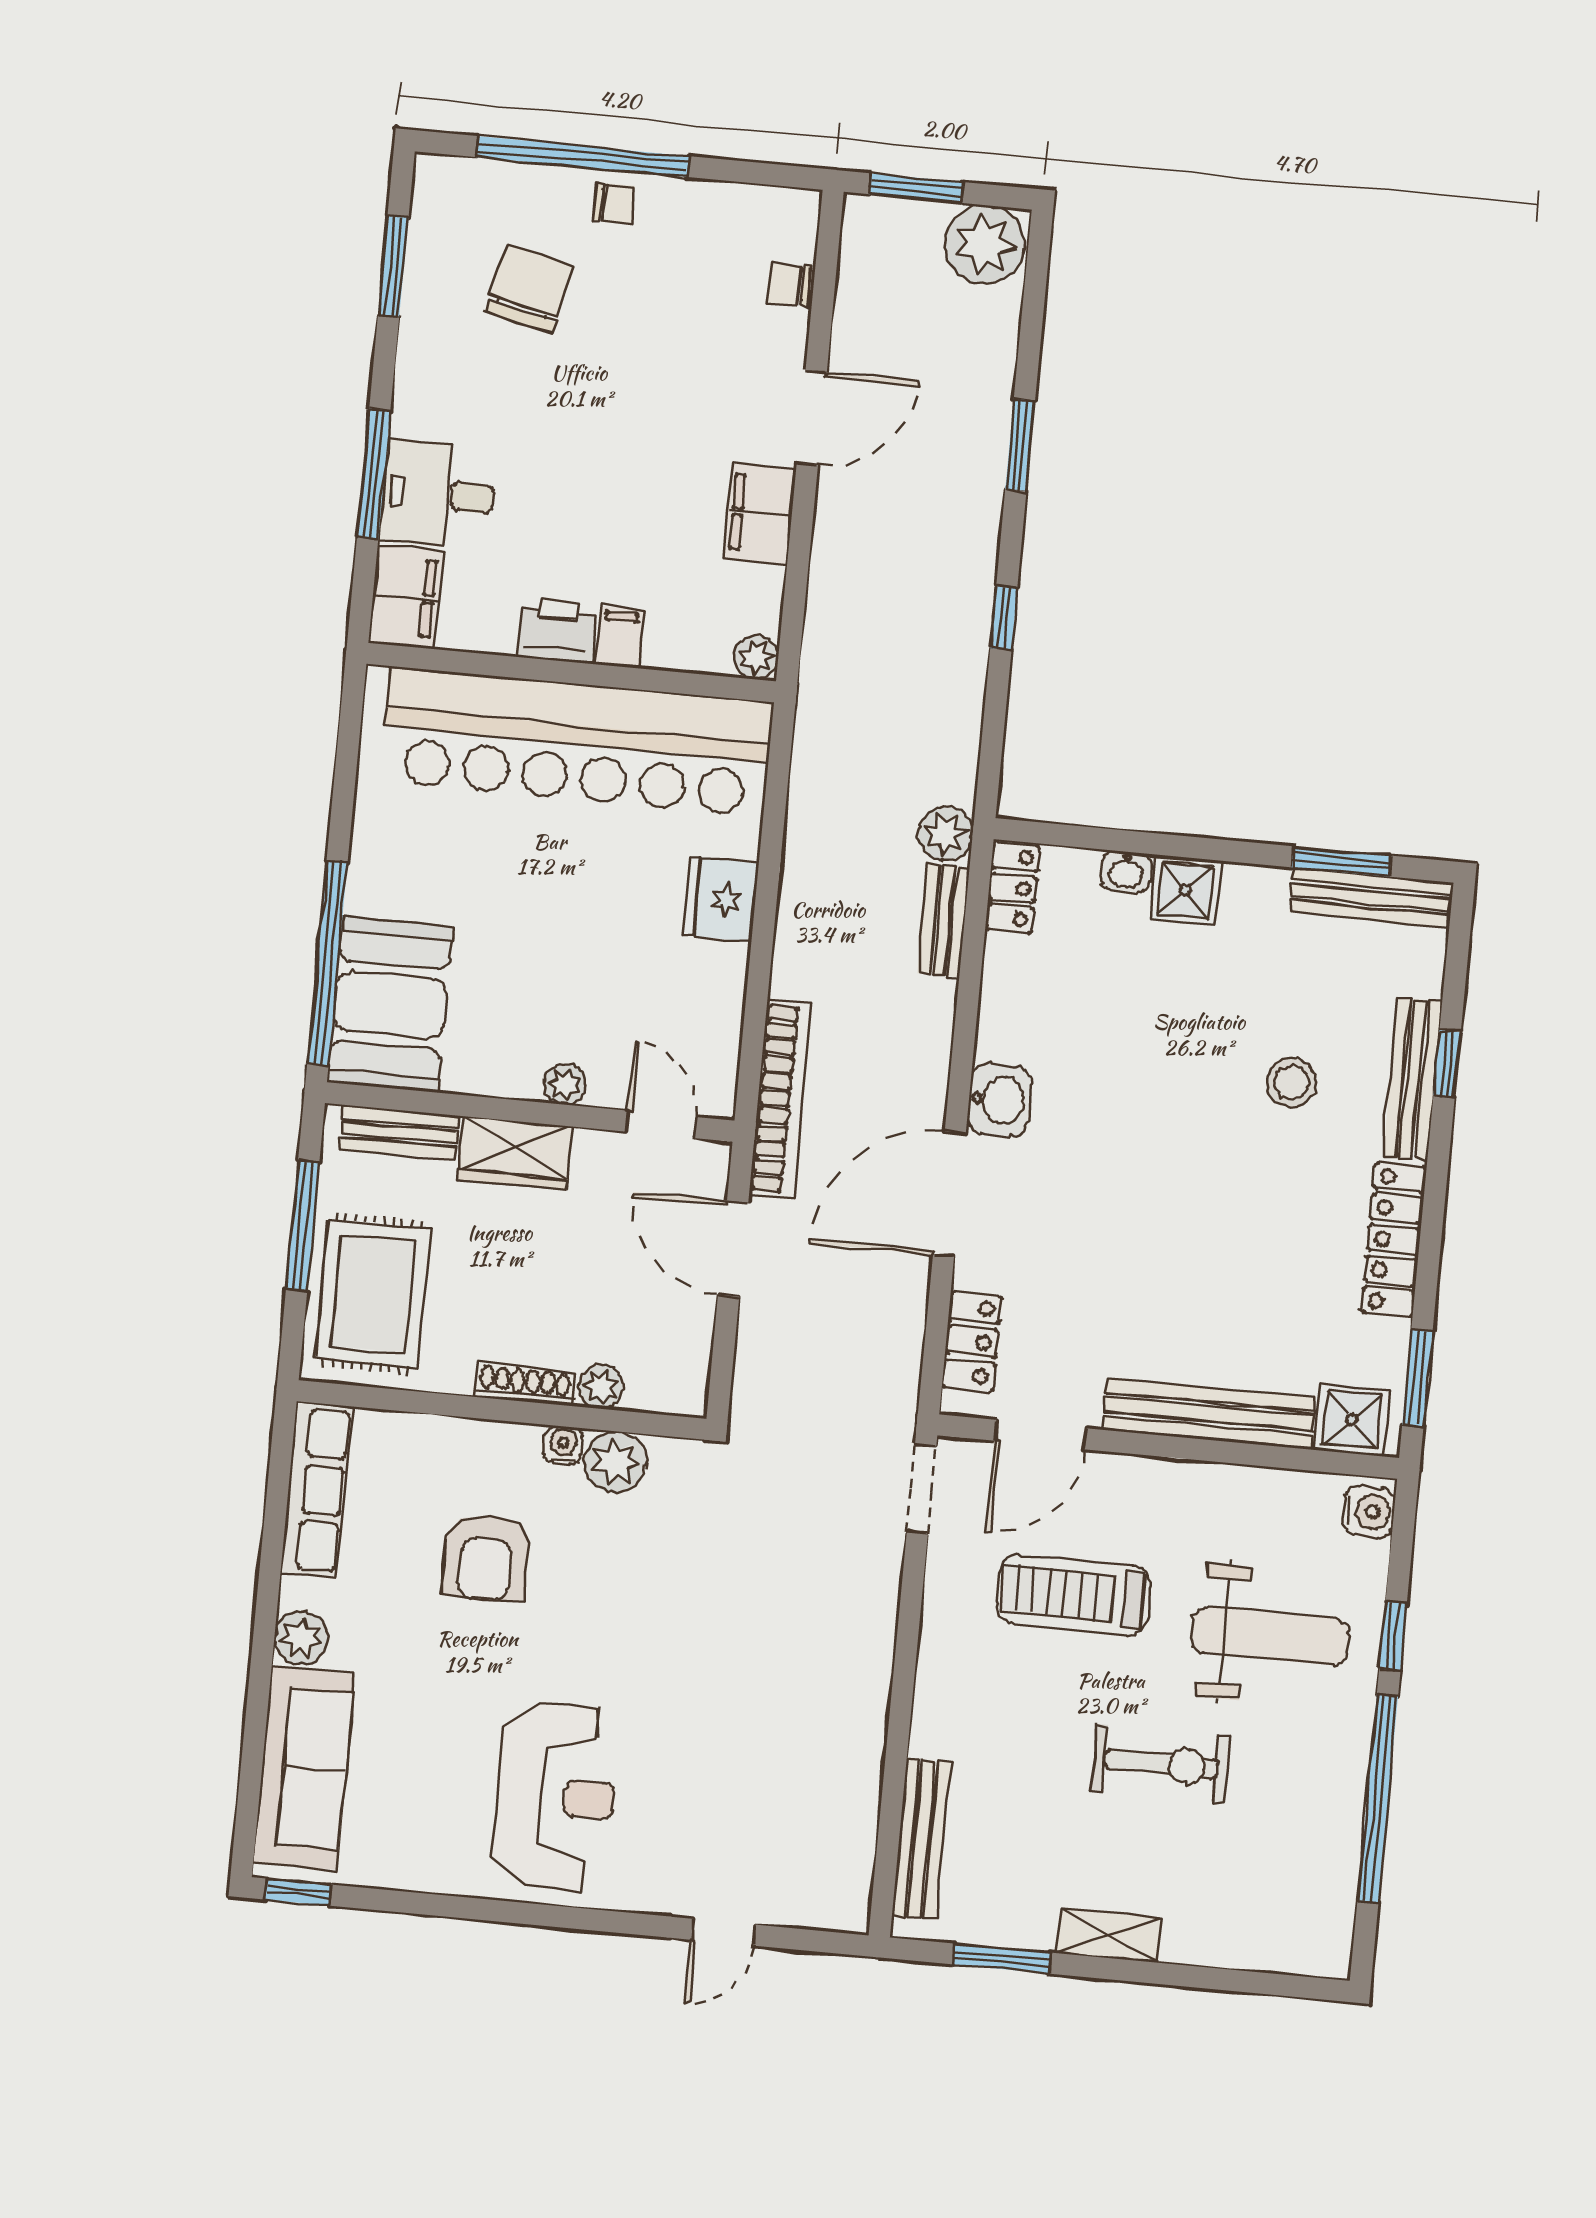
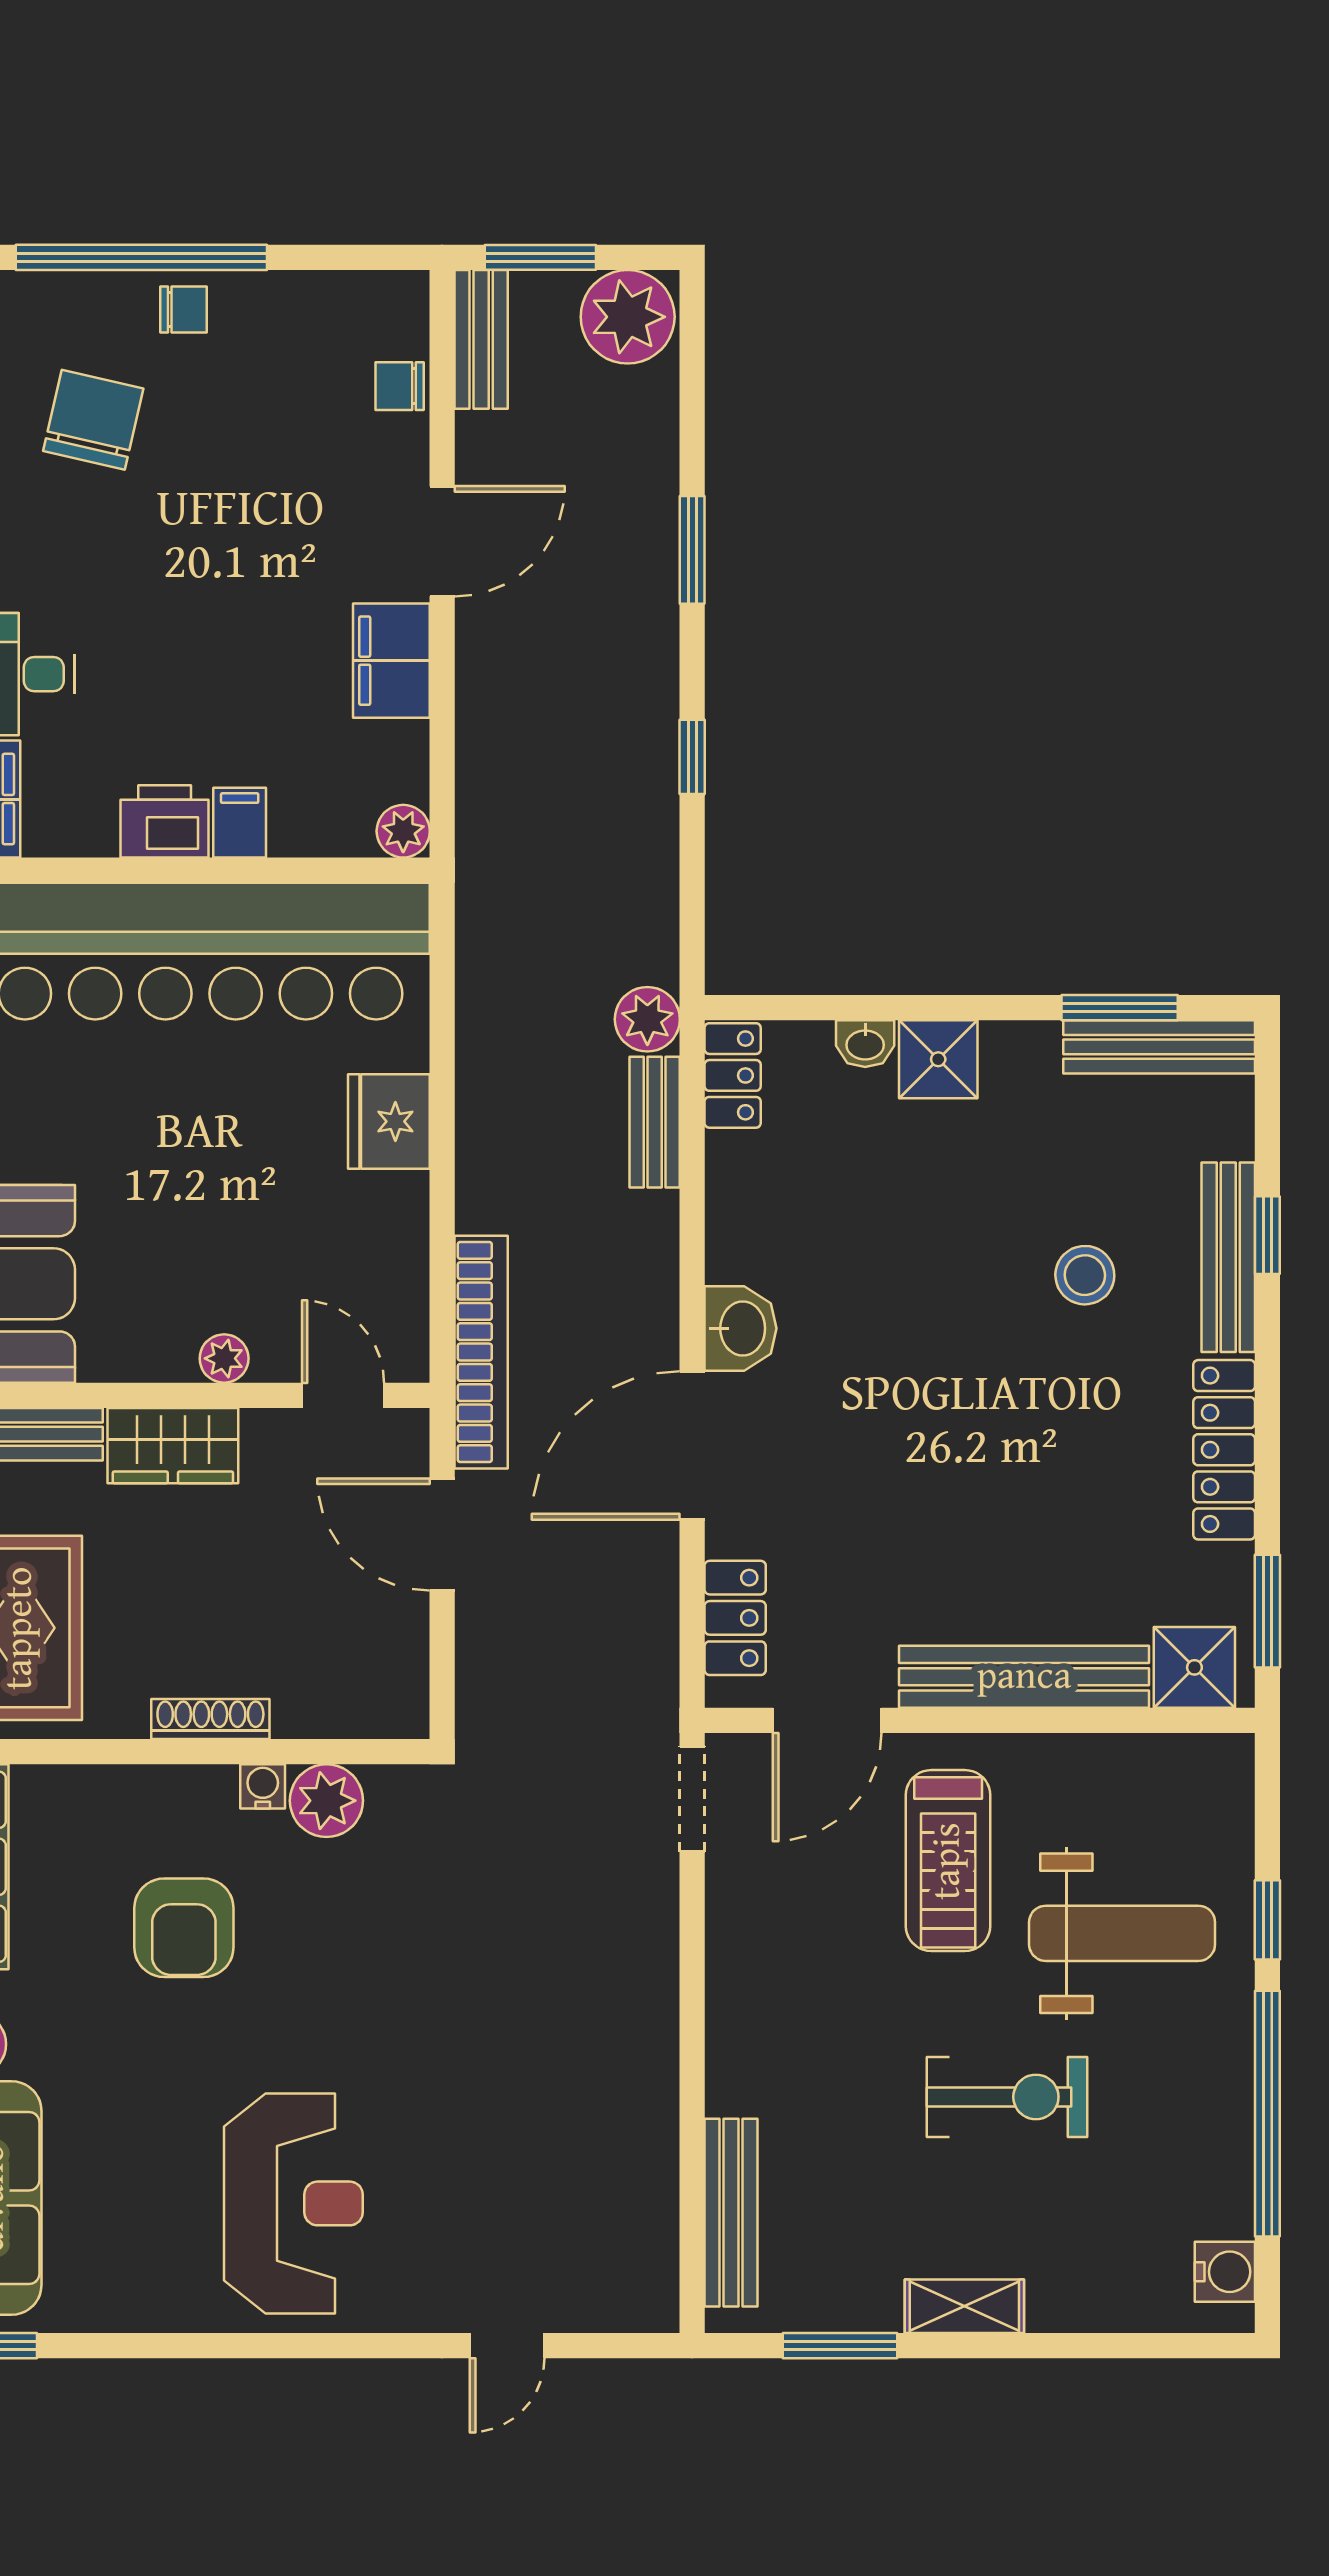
bench: (860, 252) -> (481, 339), added
plant: (601, 1387) -> (301, 1713), removed
water cooler: (1369, 1512) -> (1225, 2272), moved
treadmill: (1074, 1595) -> (948, 1861), moved, turned -90

